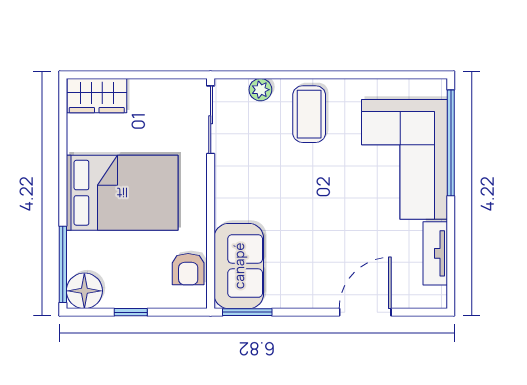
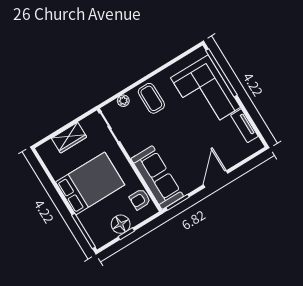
wardrobe: (97, 96) -> (69, 138), moved
sofa: (239, 266) -> (157, 177), width x1.36
armchair: (188, 269) -> (140, 199), turned 90
floor lamp: (84, 291) -> (121, 224), moved
door: (365, 312) -> (216, 179), moved

